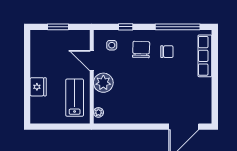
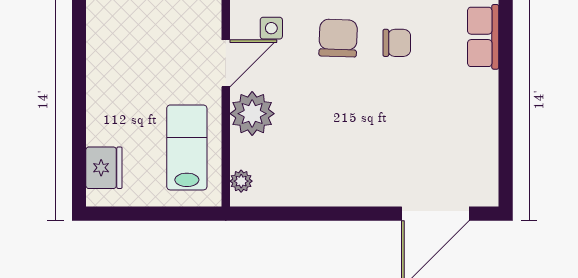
row of seats: (205, 56) -> (483, 37), width x0.68
door: (92, 61) -> (226, 63), swing flipped
fridge: (38, 87) -> (104, 168), moved

